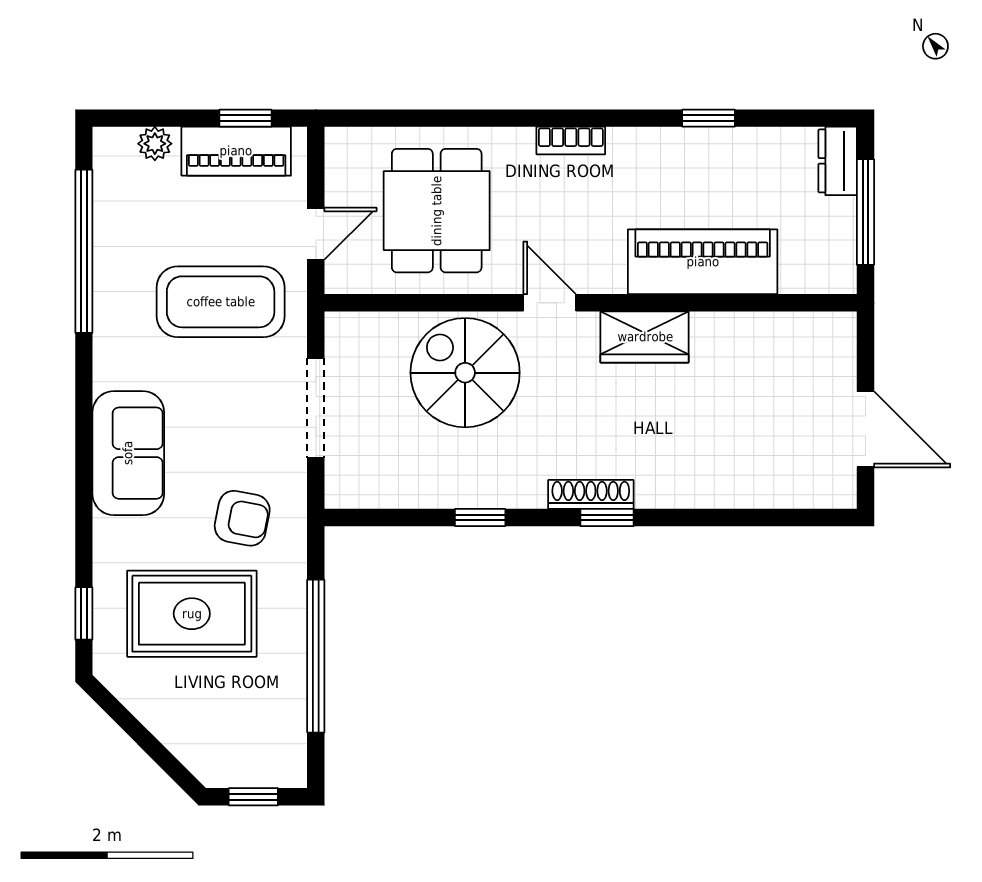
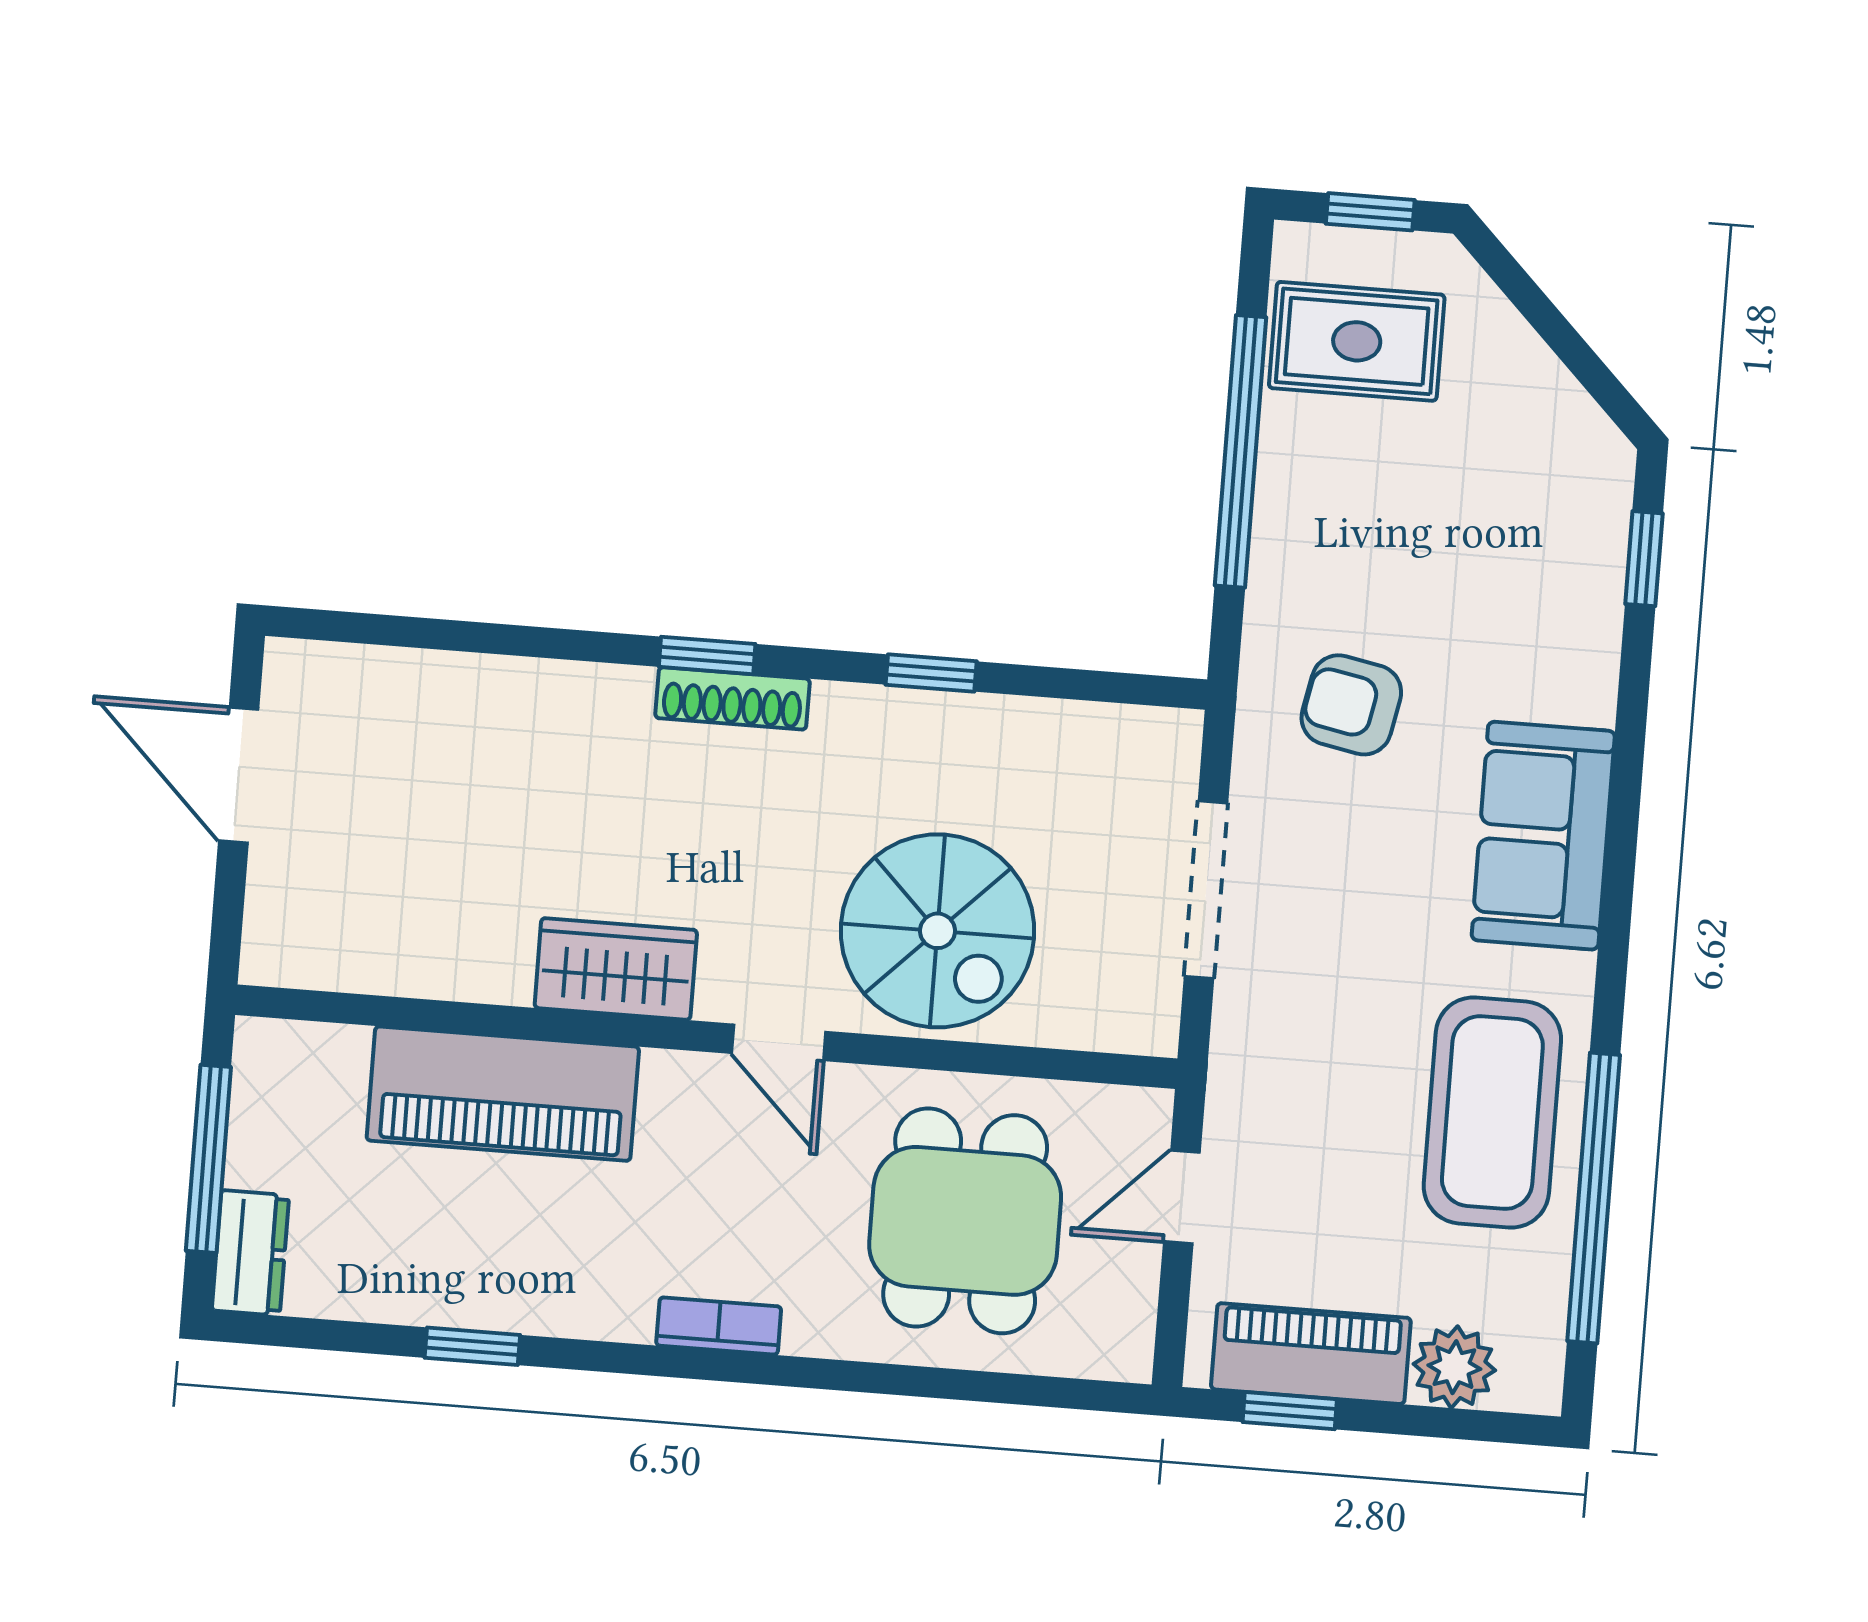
plant: (155, 144) -> (1454, 1367), width x1.38, depth x1.38
coffee table: (221, 302) -> (1492, 1113), moved, turned 90
rug: (192, 614) -> (1357, 341), moved, width x0.73, depth x0.70

